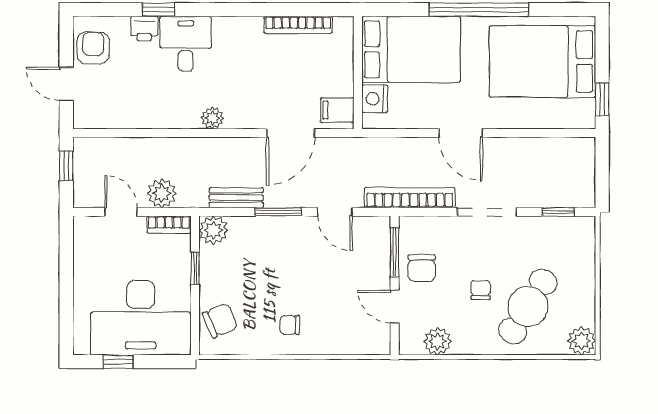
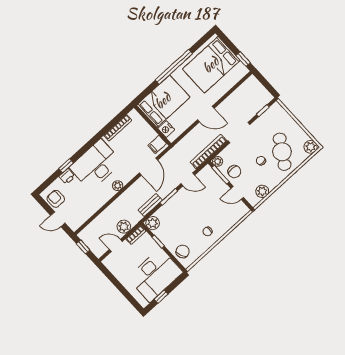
desk: (186, 44) -> (96, 165), width x1.87, depth x1.30
plant: (410, 227) -> (218, 161), added

